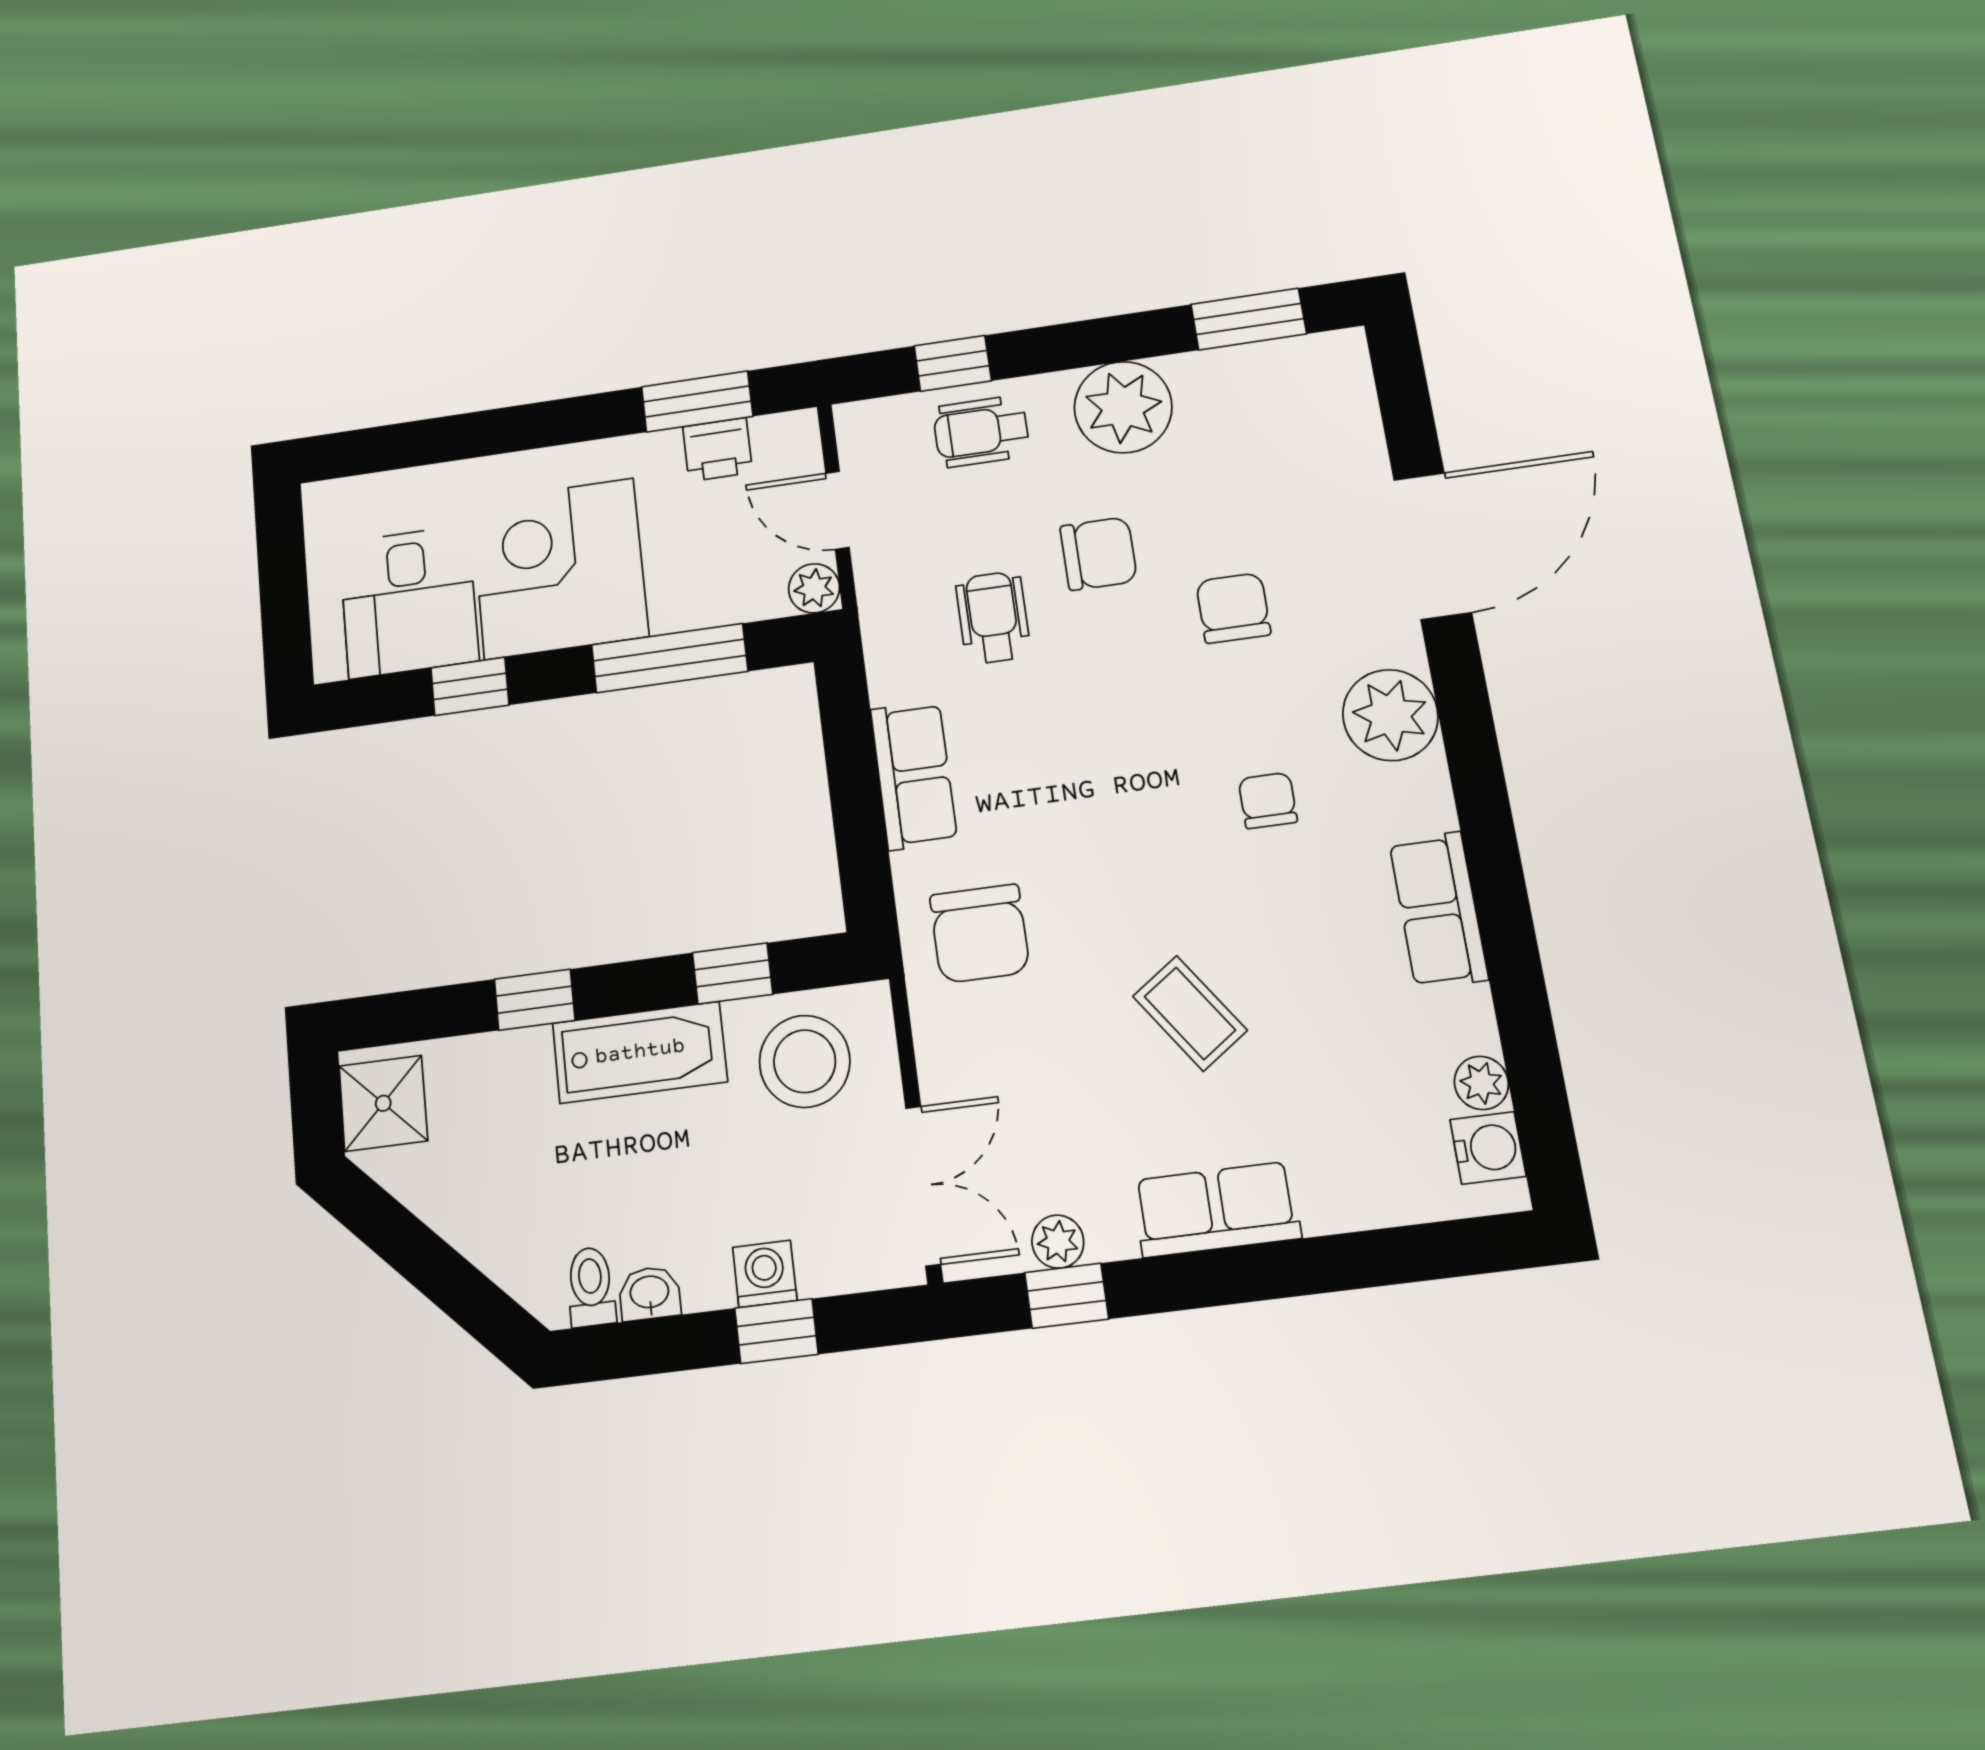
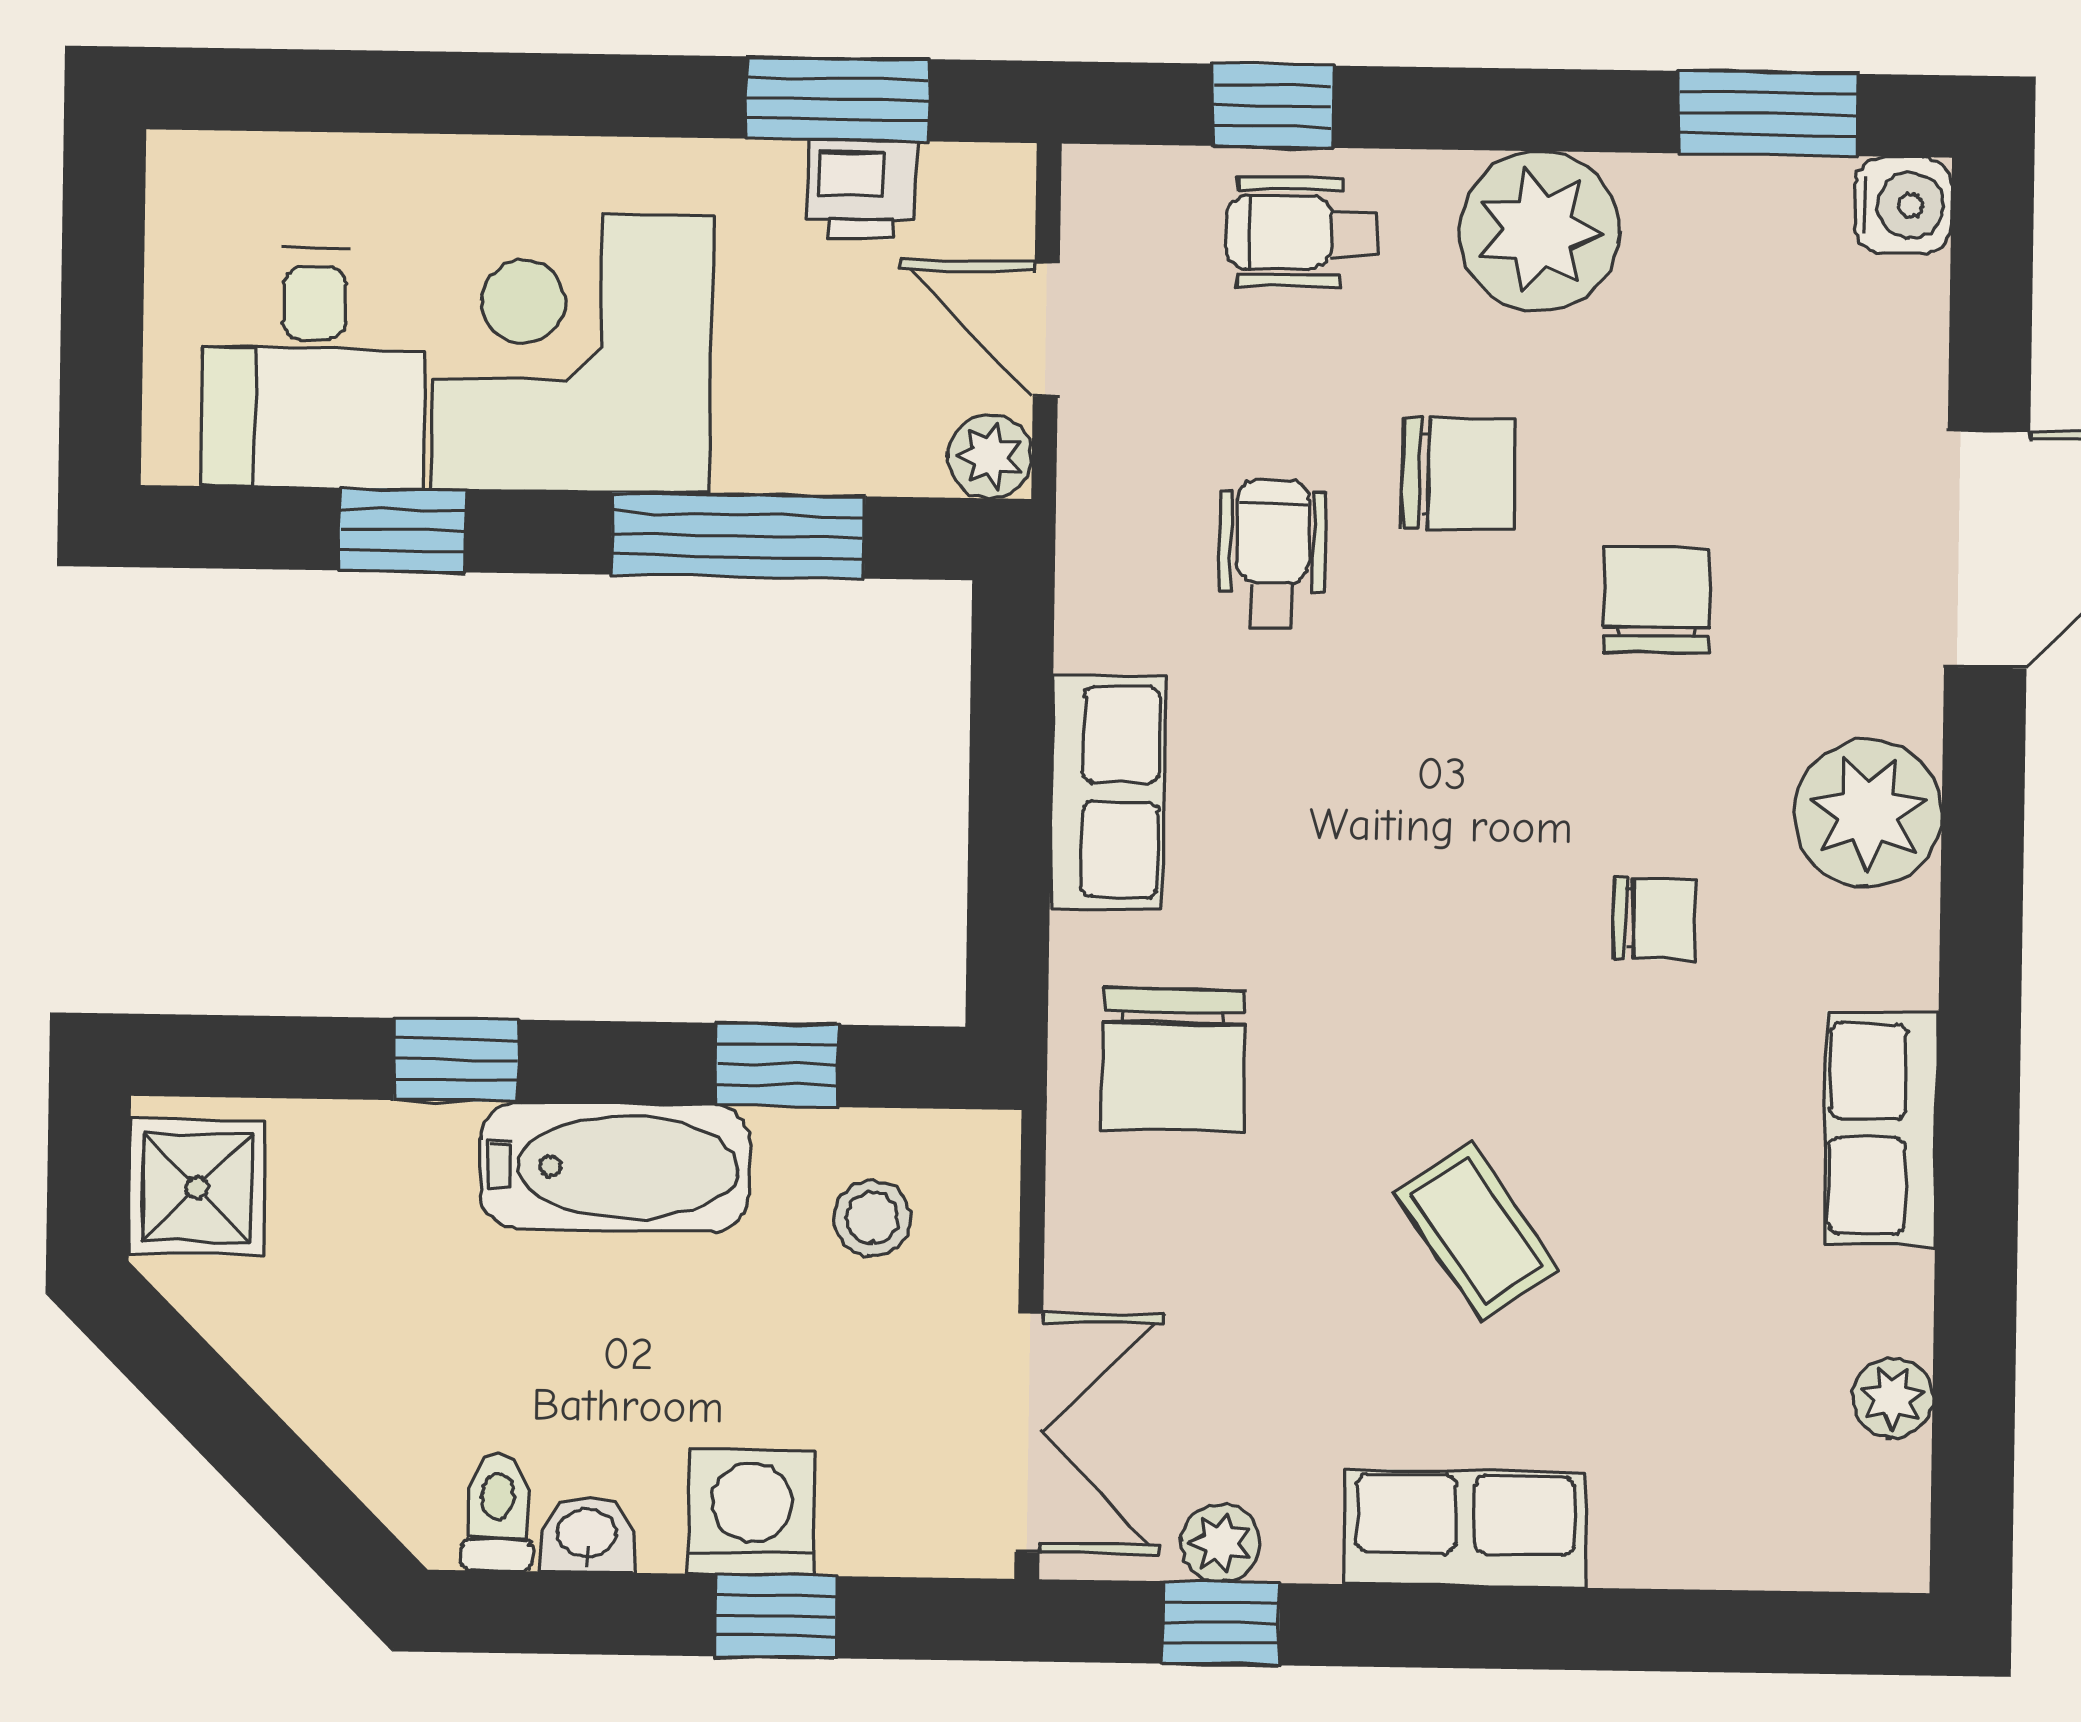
chair: (1268, 801) -> (1654, 919), turned 90
stool: (805, 1061) -> (872, 1218), width x0.53, depth x0.53
water cooler: (1488, 1148) -> (1903, 205), moved
washing machine: (765, 1274) -> (752, 1512), width x1.38, depth x1.38

